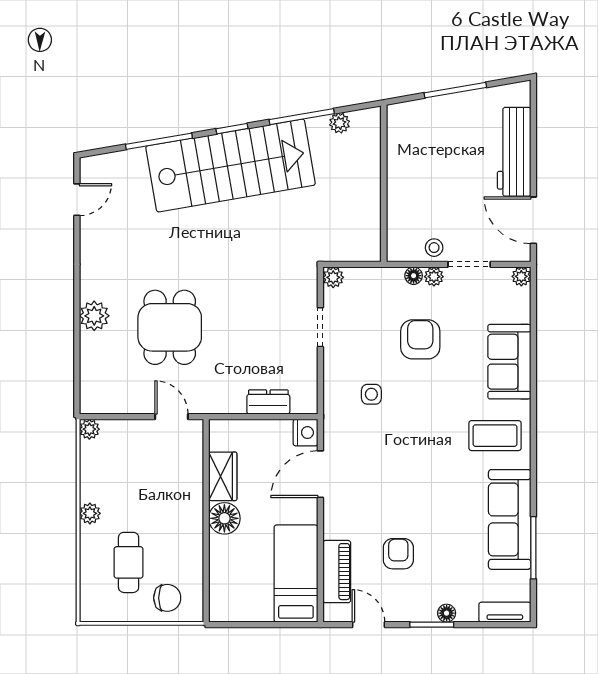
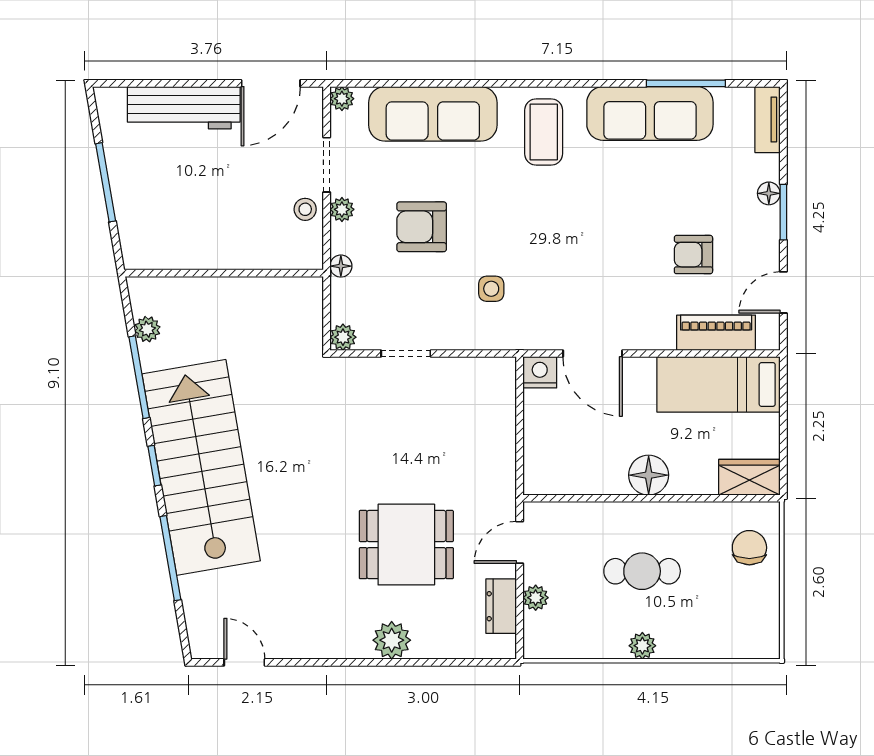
floor lamp: (414, 276) -> (341, 266), moved
sofa: (509, 362) -> (433, 114), width x1.36
dresser: (268, 402) -> (501, 606), moved
plant: (89, 429) -> (536, 598), moved
wardrobe: (223, 476) -> (749, 477), moved
cafe table: (129, 562) -> (642, 571), moved

